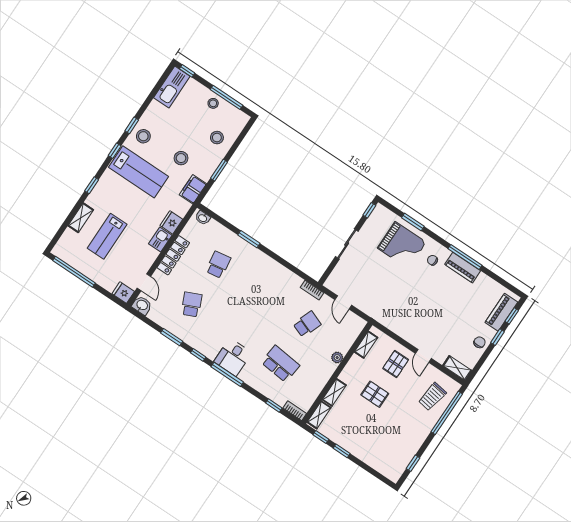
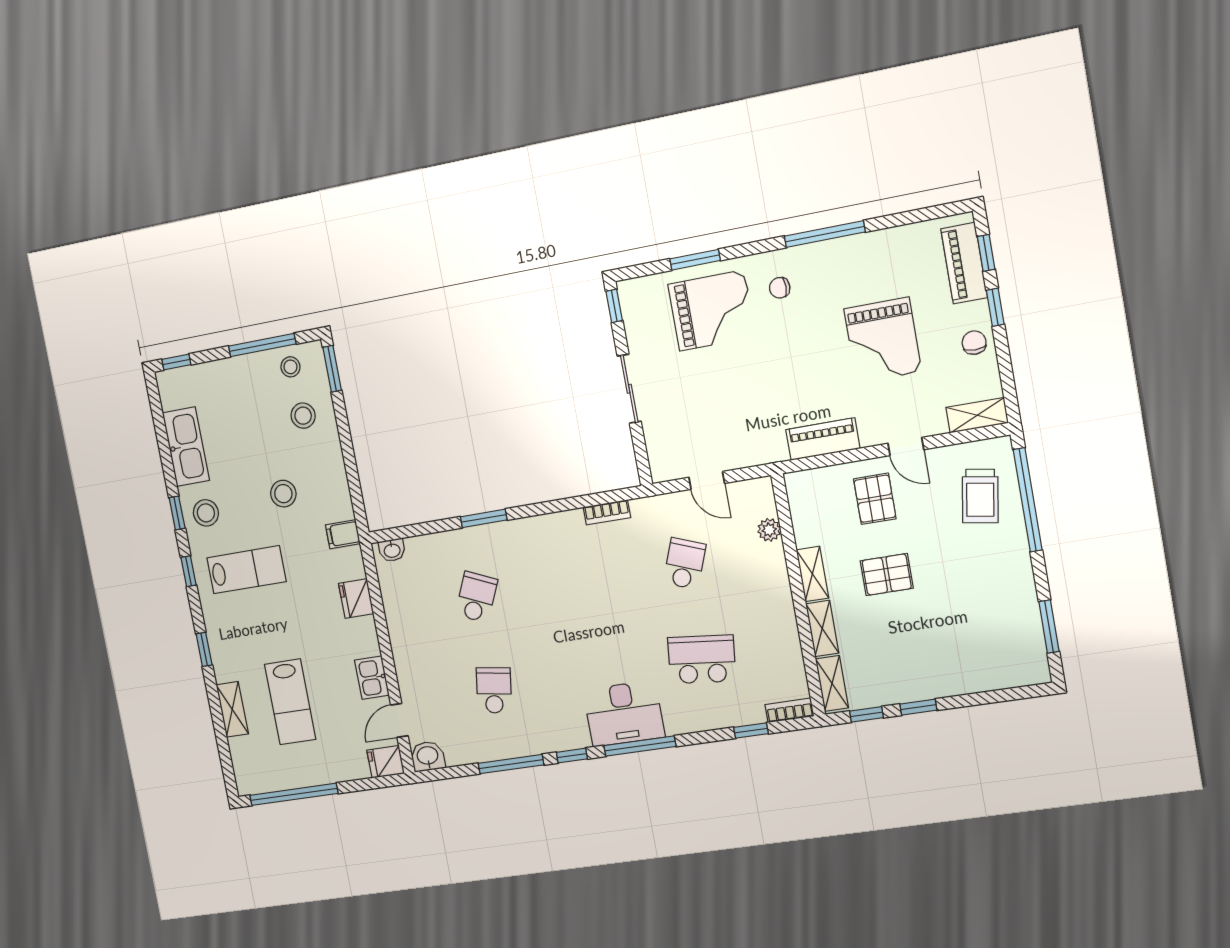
kitchen sink: (172, 87) -> (186, 447), moved
stool: (213, 103) -> (290, 367), moved
window: (219, 170) -> (332, 369), moved
lab bench: (139, 172) -> (246, 570), width x0.73, depth x0.72
filing cabinet: (193, 189) -> (343, 534), width x0.50
kitchen sink: (160, 240) -> (372, 678), moved
locker: (173, 255) -> (403, 643), removed
school desk: (218, 265) -> (476, 597), turned 33
piano: (463, 268) -> (823, 439), moved, turned 180
door: (144, 282) -> (399, 720), swing flipped
bookcase: (312, 290) -> (607, 512), moved
school desk: (192, 304) -> (494, 690), turned 33
grand piano: (450, 312) -> (883, 340), added
window: (172, 337) -> (511, 764), width x1.44
shelving: (366, 345) -> (812, 574), moved
desk: (233, 357) -> (624, 713), width x1.37
plant: (337, 358) -> (769, 530), moved
window: (413, 463) -> (1049, 627), width x1.50

